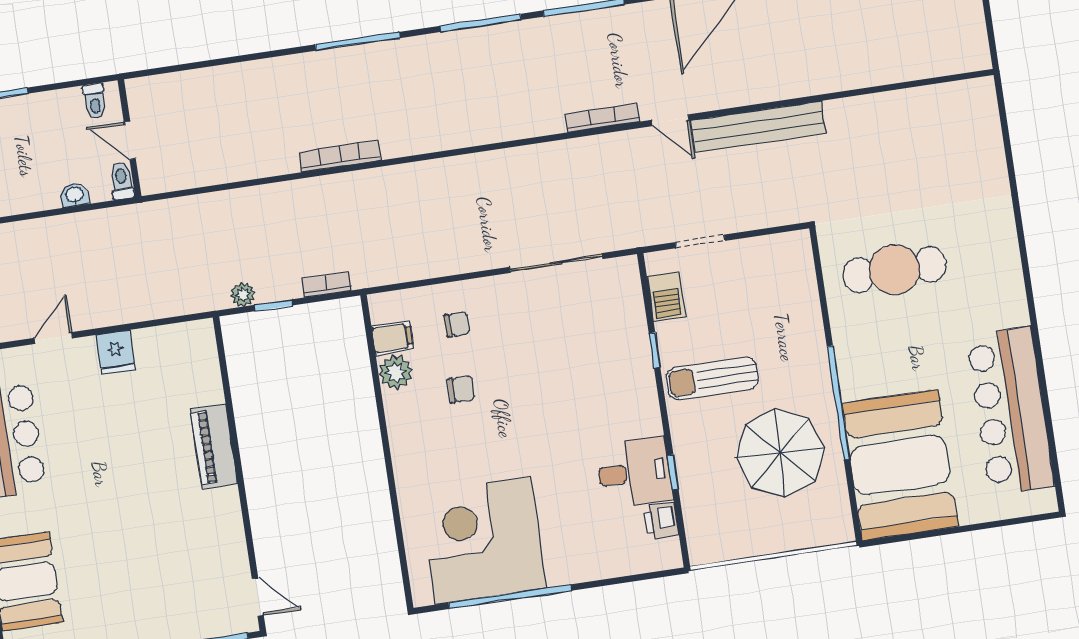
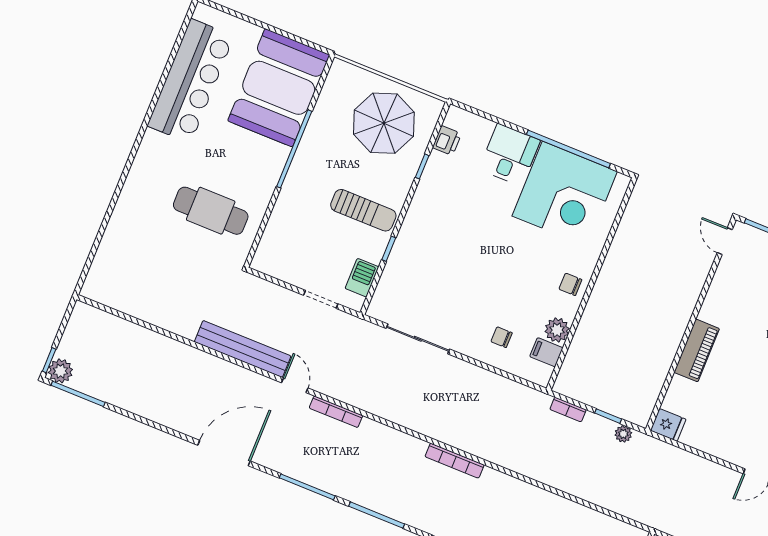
bookcase: (340, 156) -> (455, 461), moved
fridge: (116, 352) -> (668, 425), moved, turned 90
chair: (461, 389) -> (570, 284), moved
parasol: (780, 453) -> (384, 123), moved
desk: (634, 473) -> (510, 155), moved, turned 90

